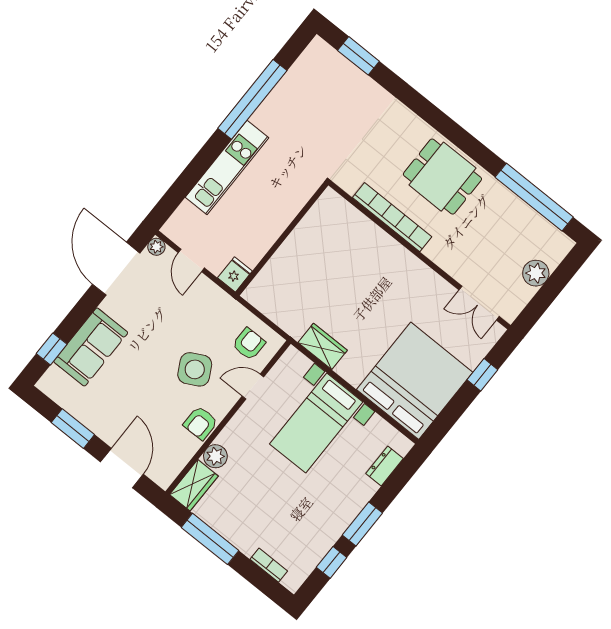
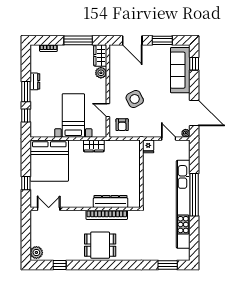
window: (252, 99) -> (194, 195), moved
kitchen unit: (227, 168) -> (183, 204), width x1.86
window: (534, 197) -> (60, 265), width x0.32
dresser: (368, 234) -> (111, 202), added
plant: (536, 273) -> (36, 252), moved
sofa: (91, 347) -> (180, 70), width x1.36
door: (253, 387) -> (108, 110), swing flipped
armchair: (201, 423) -> (116, 81), removed
dresser: (385, 466) -> (35, 81), moved
window: (332, 562) -> (26, 116), moved

